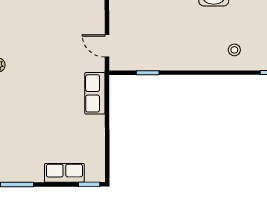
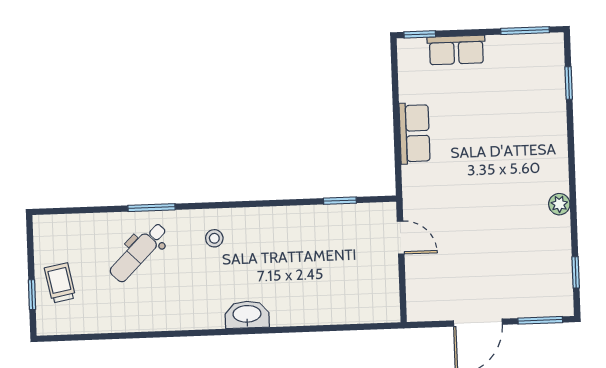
row of seats: (95, 93) -> (415, 133), moved

